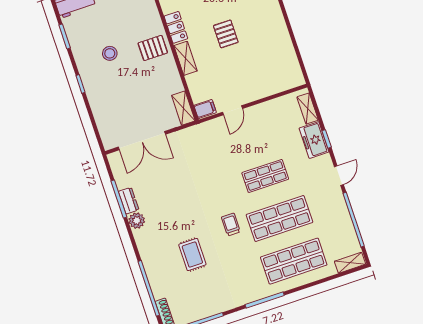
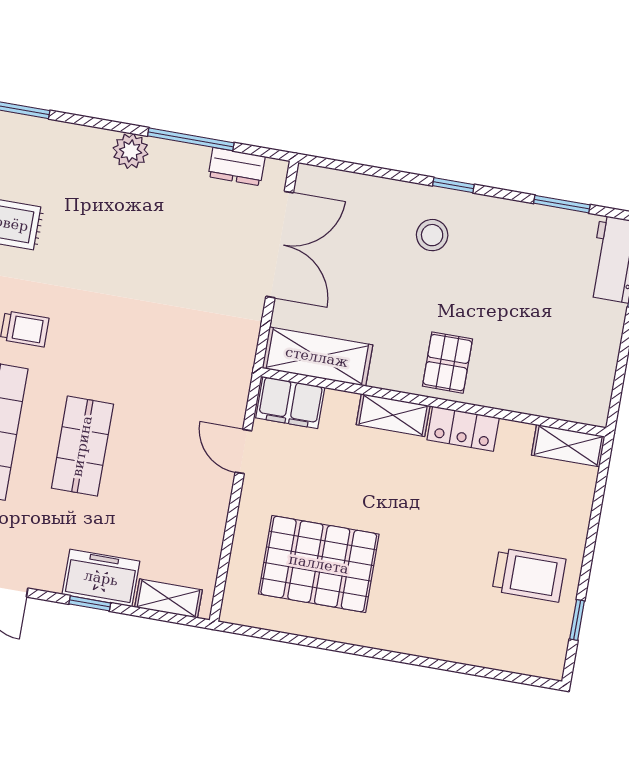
pallet: (226, 34) -> (319, 564), moved, width x2.05, depth x2.00
stool: (110, 53) -> (432, 235), moved
shelving: (183, 108) -> (317, 357), width x1.50, depth x1.33
filing cabinet: (205, 109) -> (290, 403), width x2.00
double door: (142, 141) -> (280, 245), swing flipped
dresser: (129, 201) -> (237, 167), moved

